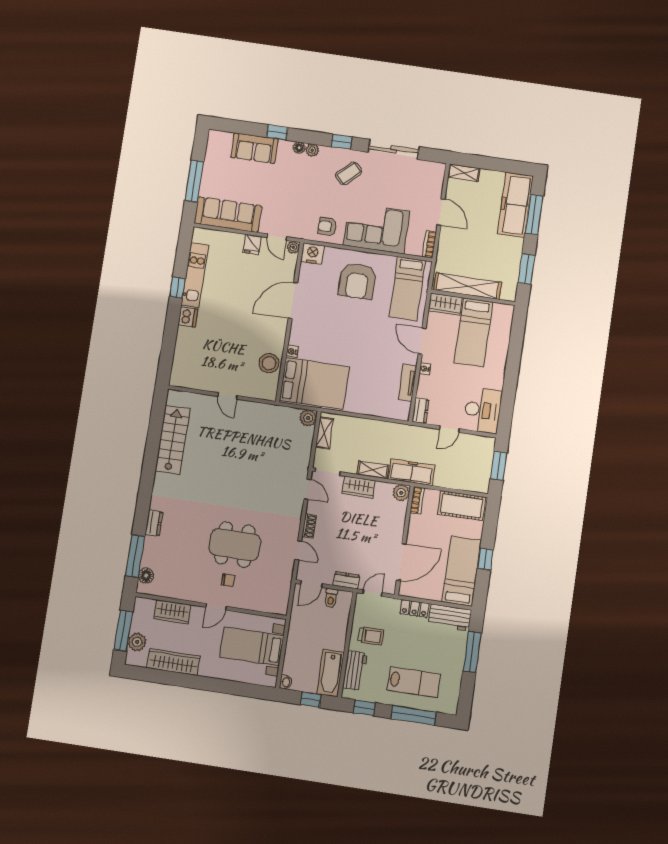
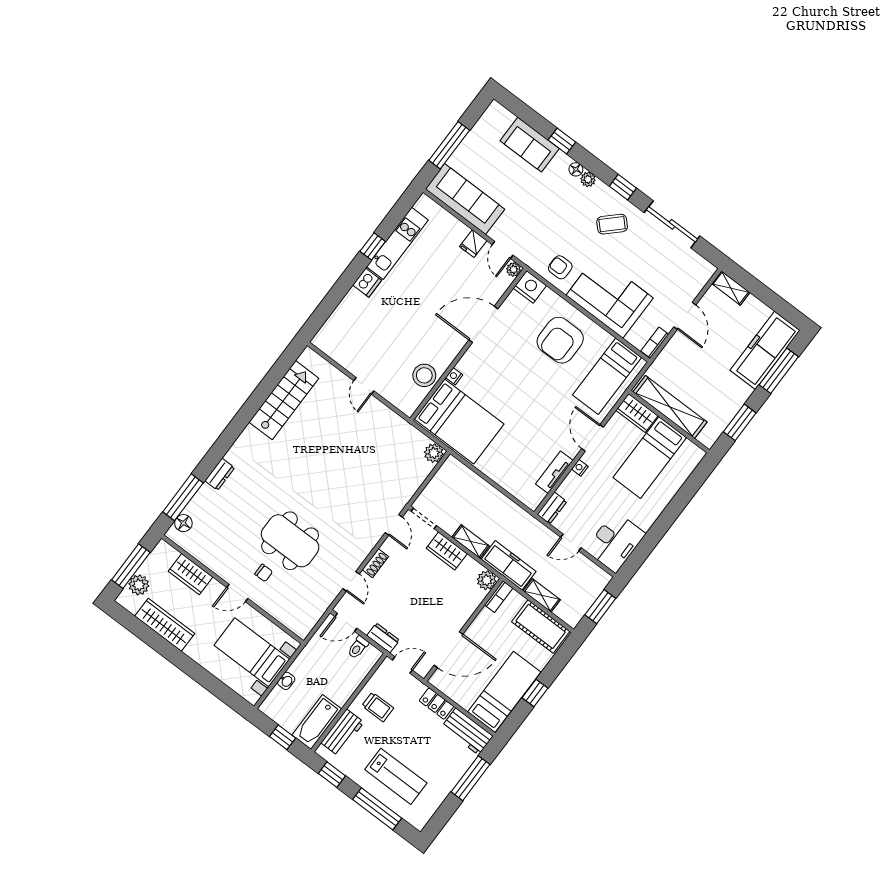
shelving: (324, 433) -> (542, 595), moved, turned 90
washbasin: (286, 682) -> (286, 681), moved

